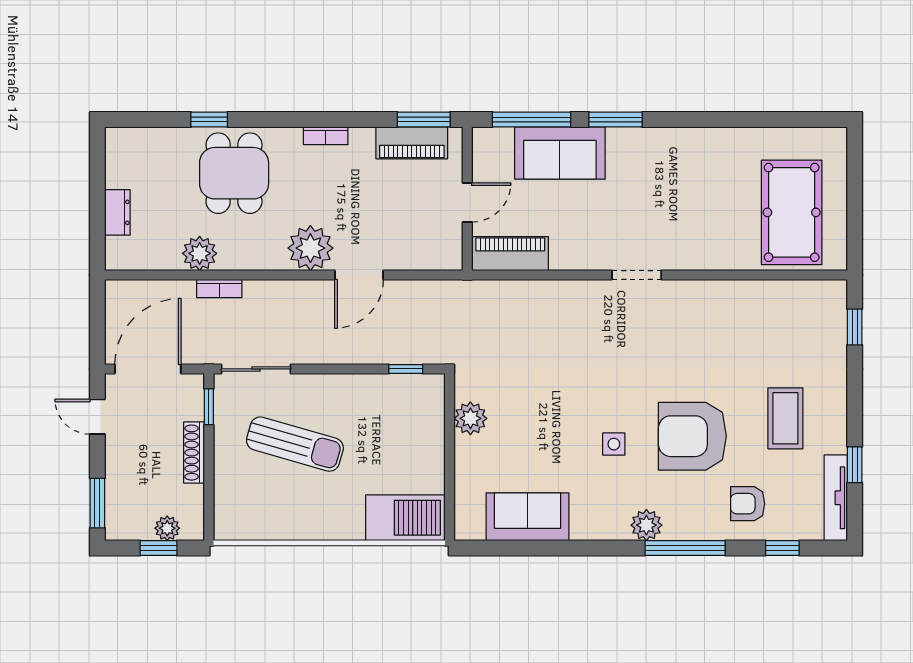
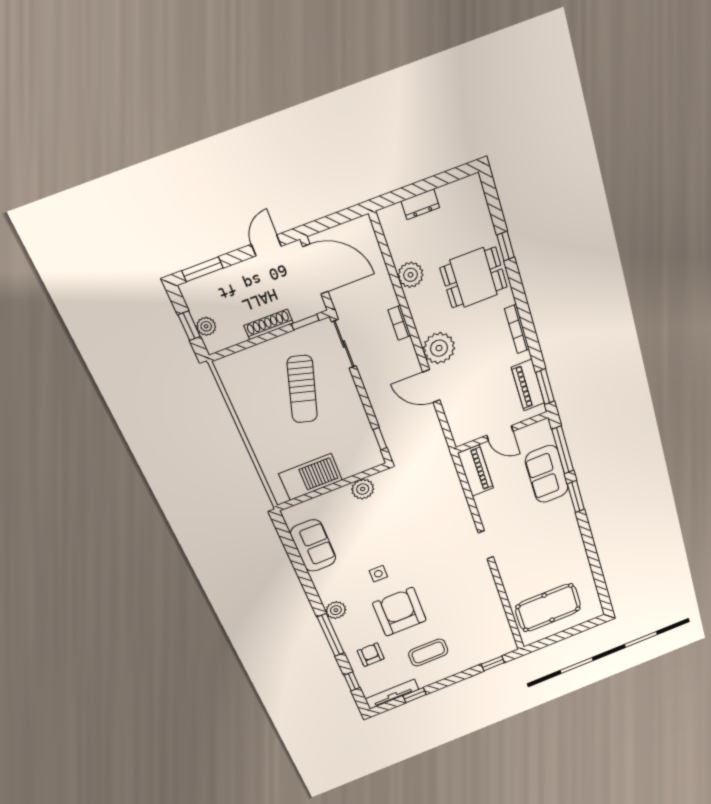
bookcase: (326, 136) -> (517, 329), width x1.56
bookcase: (219, 289) -> (399, 323), moved
barbecue: (405, 518) -> (311, 477), moved, turned -90

